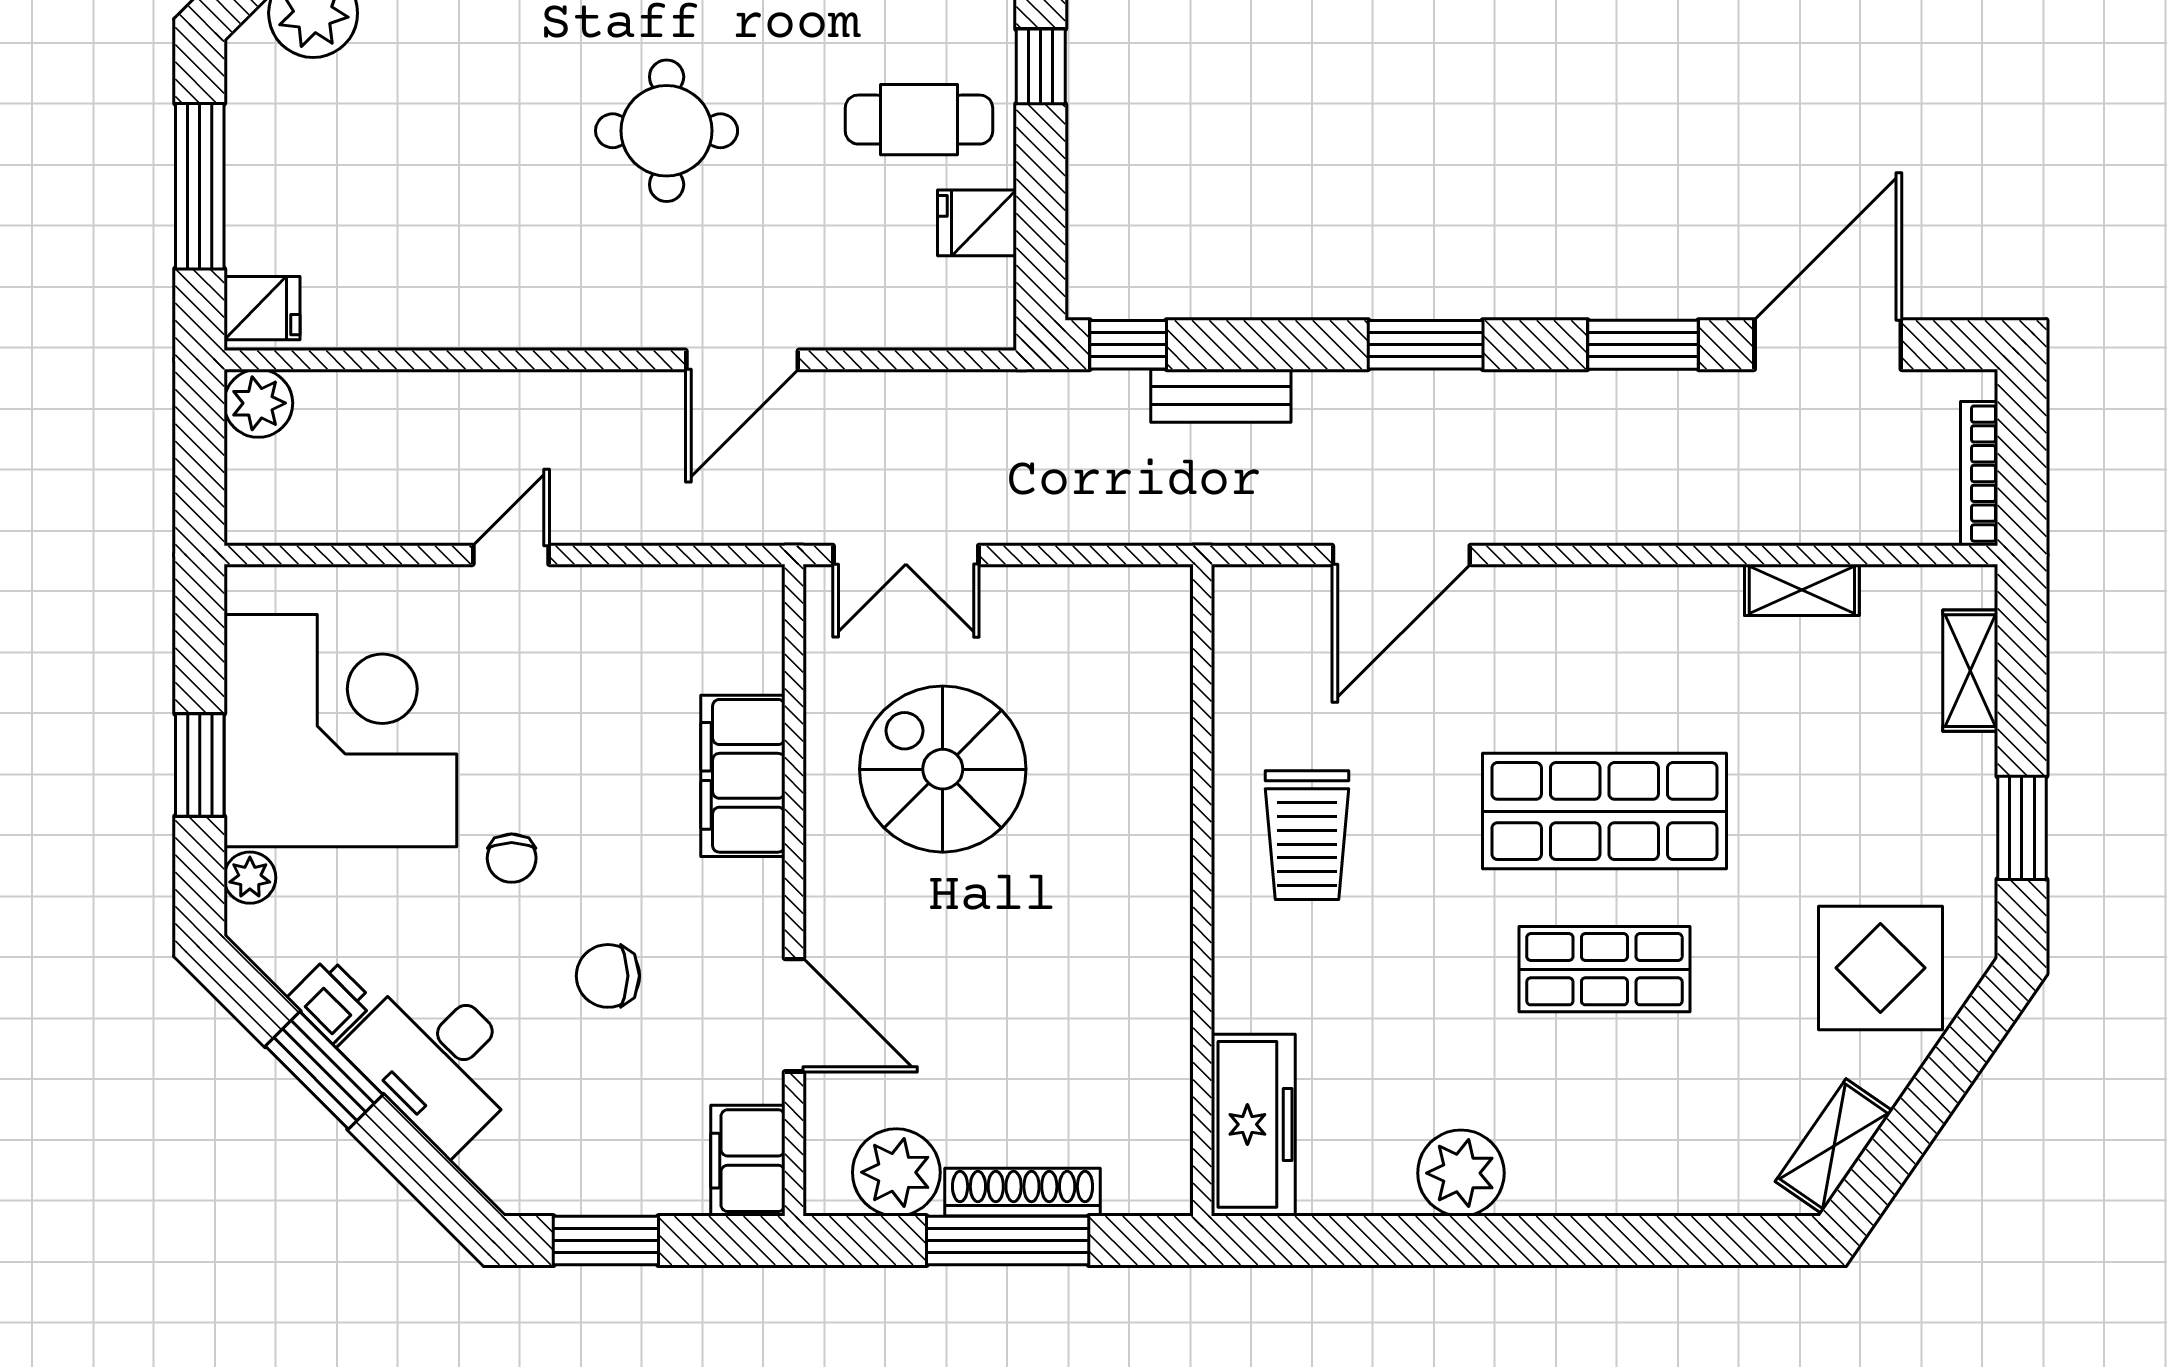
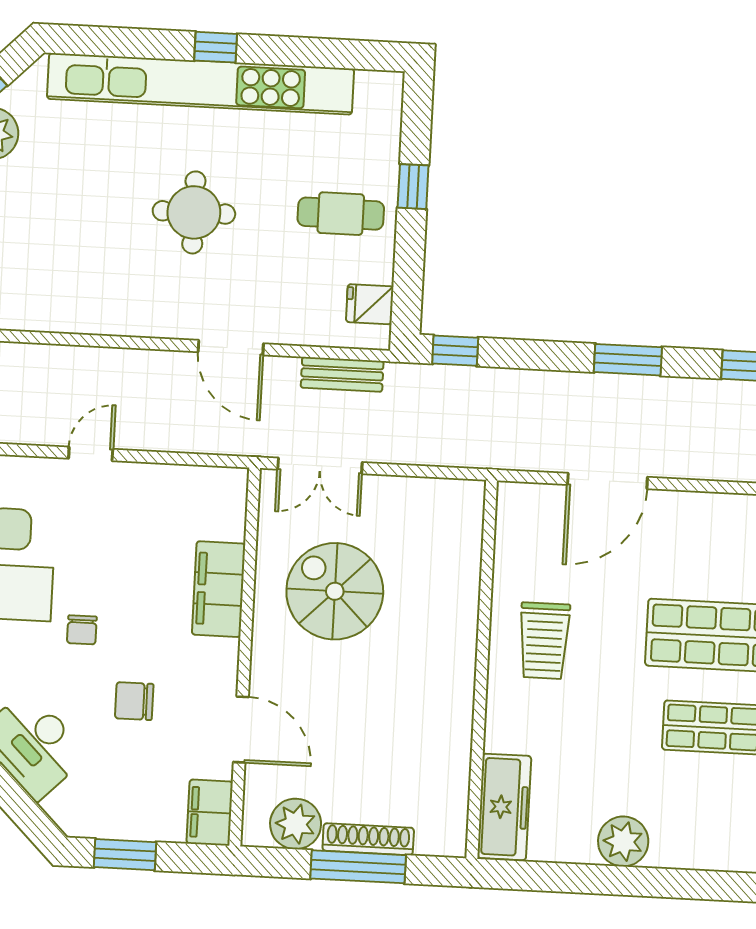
fridge: (977, 223) -> (370, 304), moved
door: (742, 360) -> (231, 348), hinge flipped
bench: (1221, 396) -> (342, 374), moved

